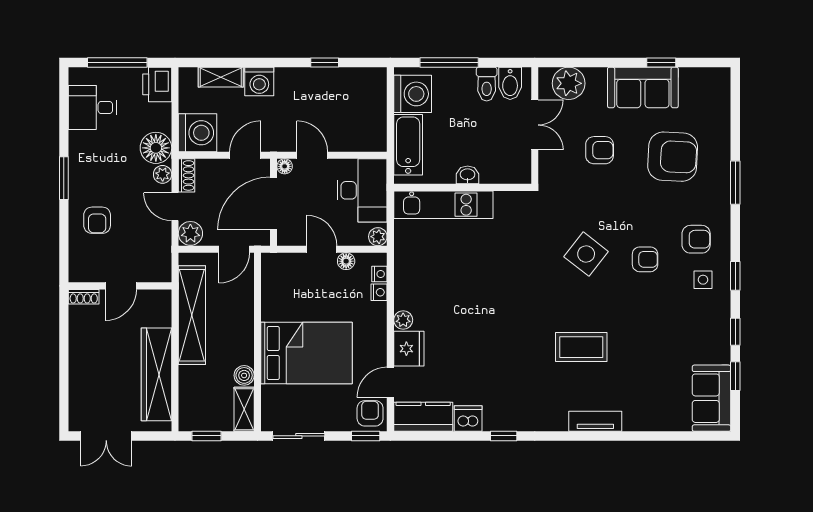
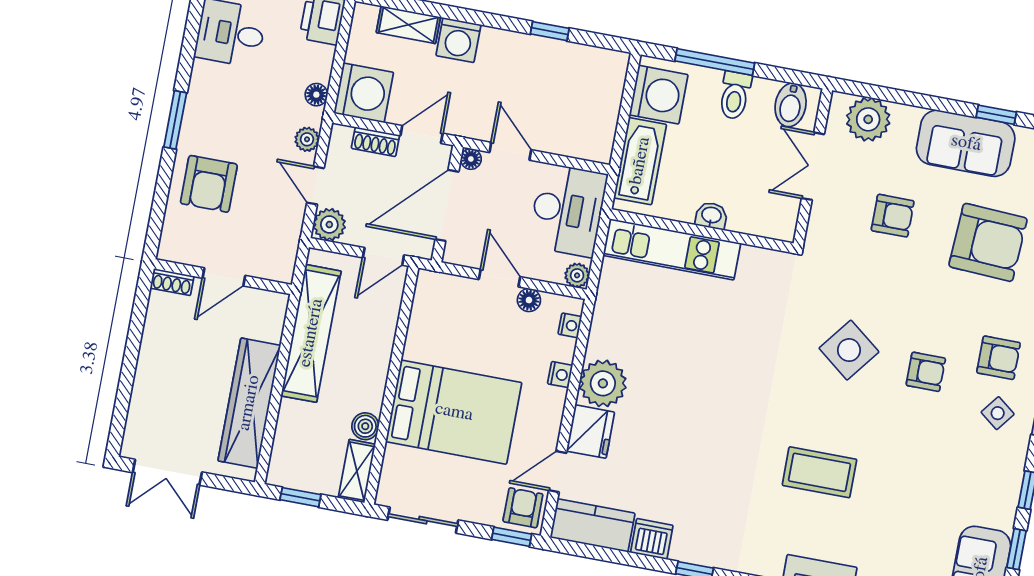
toilet: (487, 84) -> (735, 95), moved
double door: (535, 125) -> (813, 166), swing flipped
floor lamp: (156, 148) -> (316, 95), width x0.53, depth x0.53
shoe rack: (187, 175) -> (375, 142), moved, turned 90
armchair: (97, 220) -> (209, 184), width x1.38, depth x1.38
side table: (703, 280) -> (998, 413), turned 38
nightstand: (379, 292) -> (560, 375), moved
plant: (403, 320) -> (603, 383), width x1.88, depth x1.88

